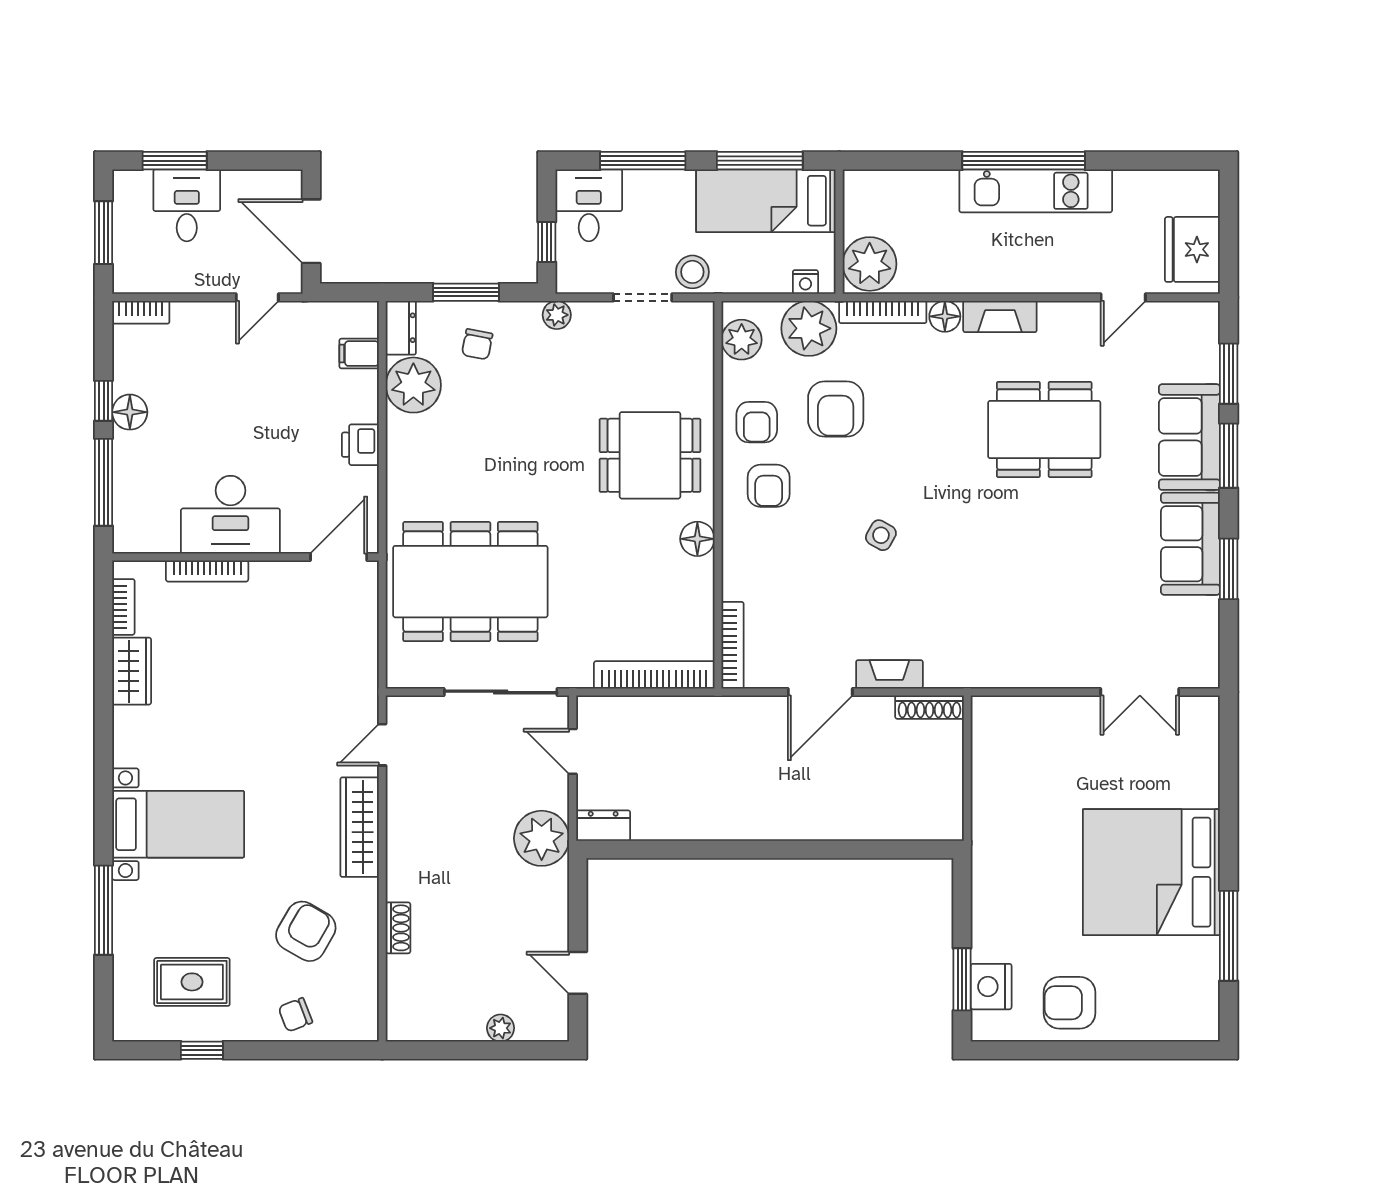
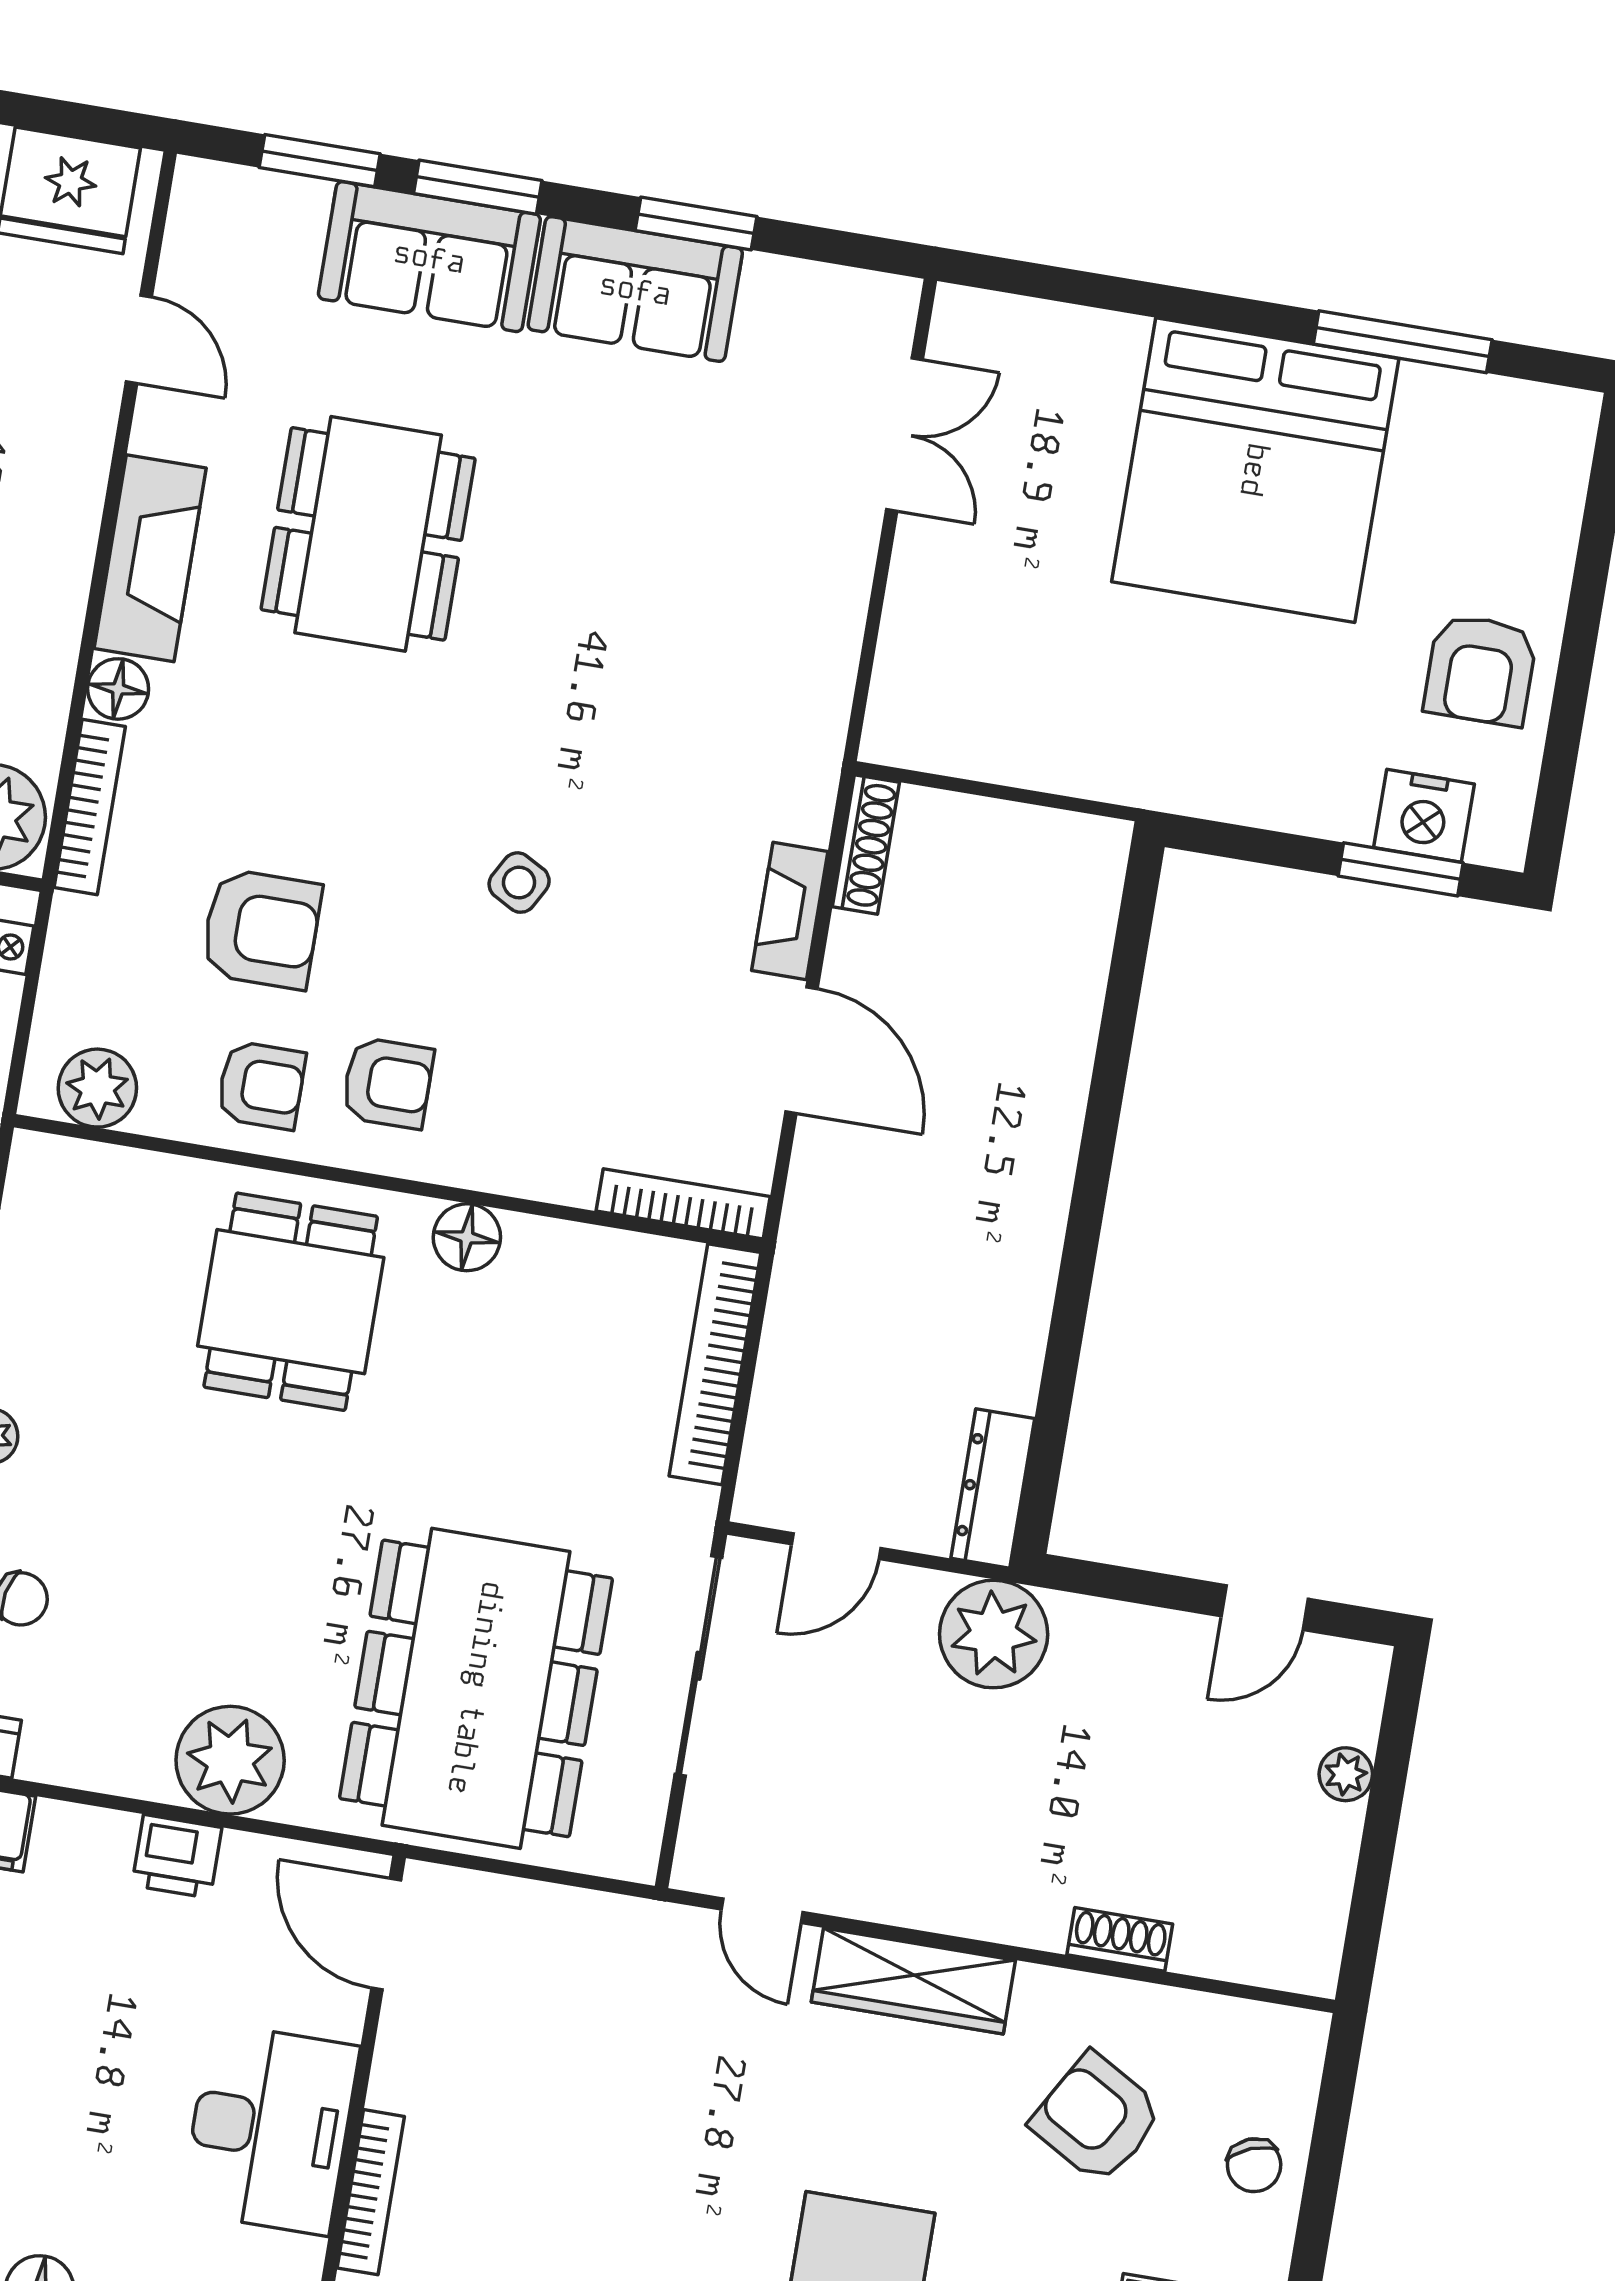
fireplace: (1000, 317) -> (150, 558), width x1.37, depth x1.32
plant: (809, 328) -> (97, 955), removed
plant: (413, 385) -> (230, 1760), moved
dresser: (603, 826) -> (993, 1488), width x1.44

